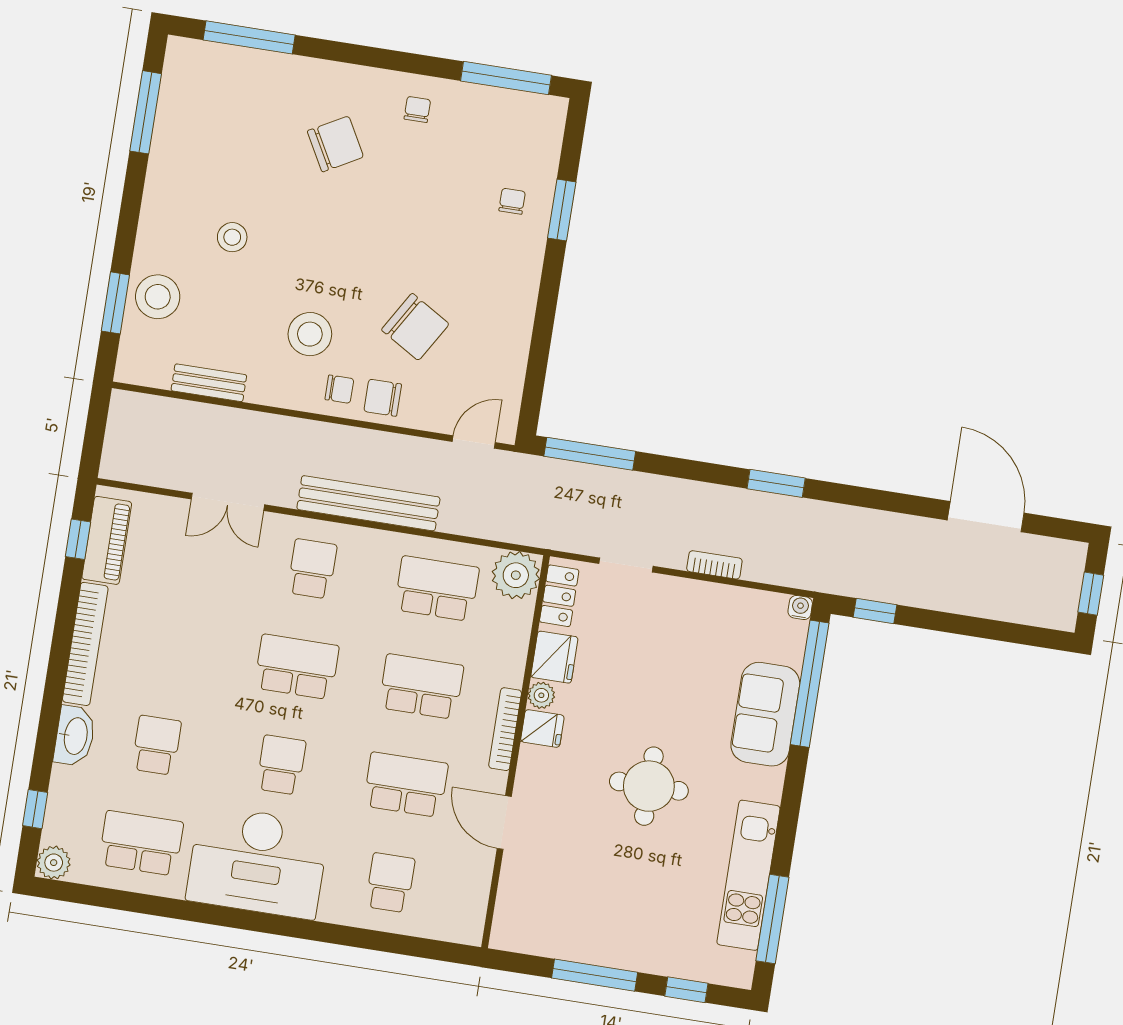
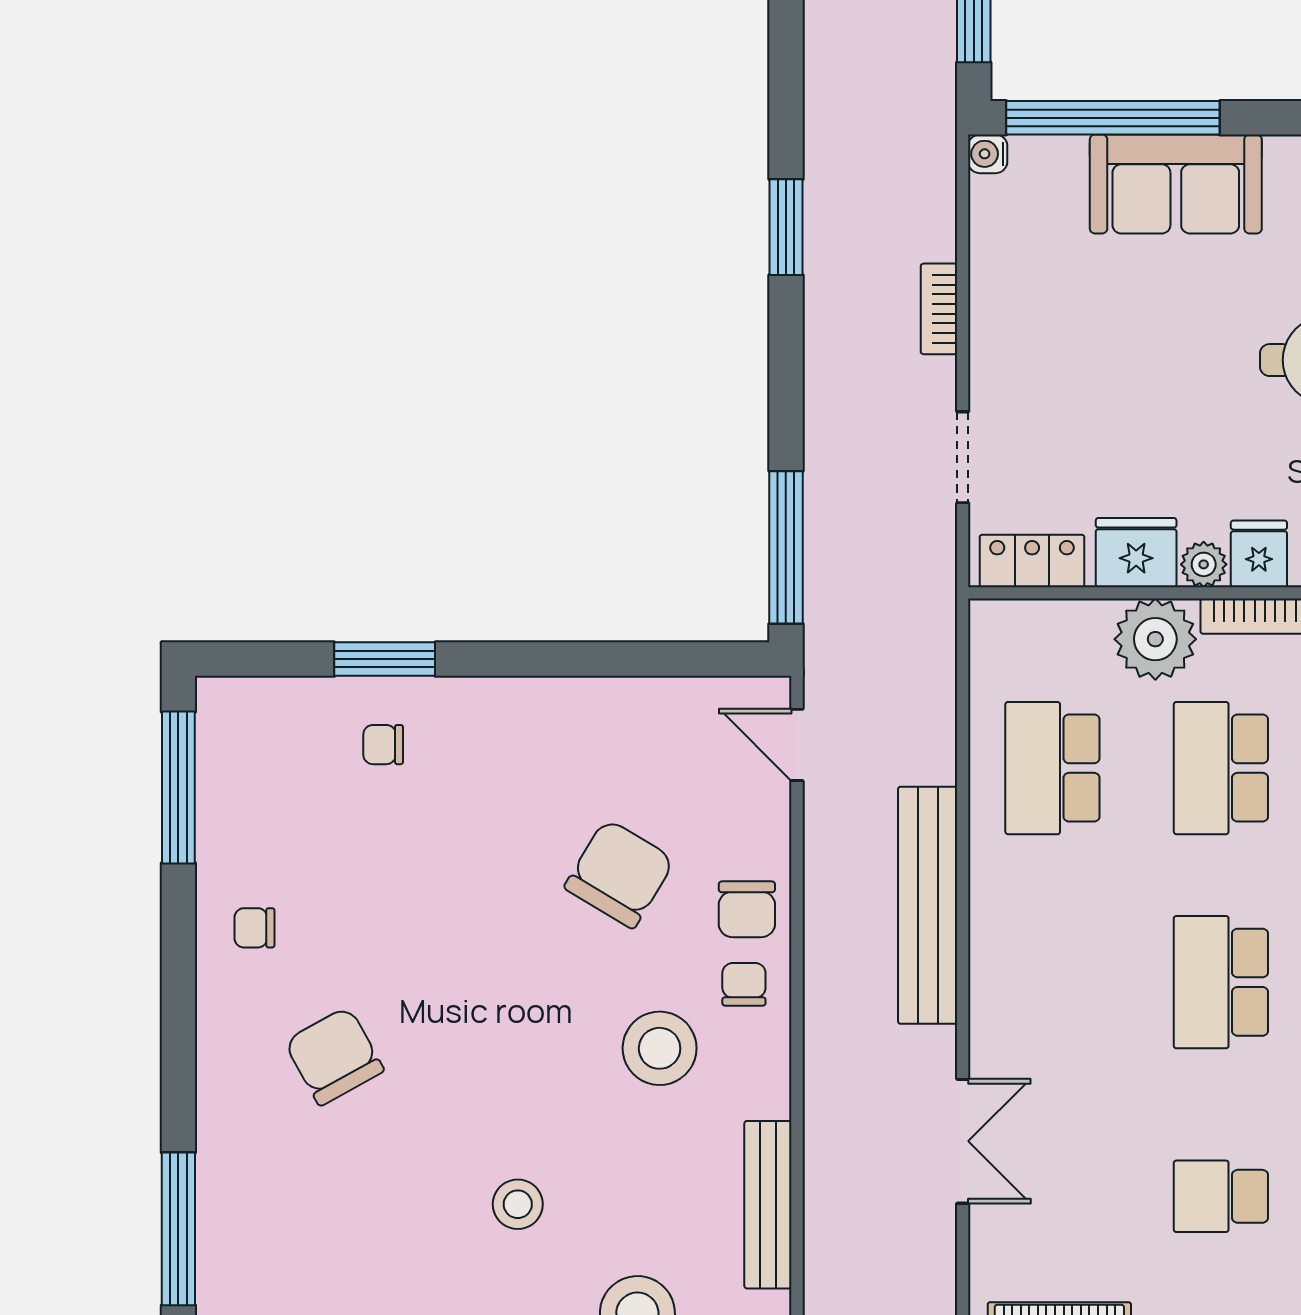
bench: (209, 383) -> (768, 1205), width x1.36
school desk: (312, 569) -> (1221, 1196), moved
plant: (516, 575) -> (1155, 639), moved

